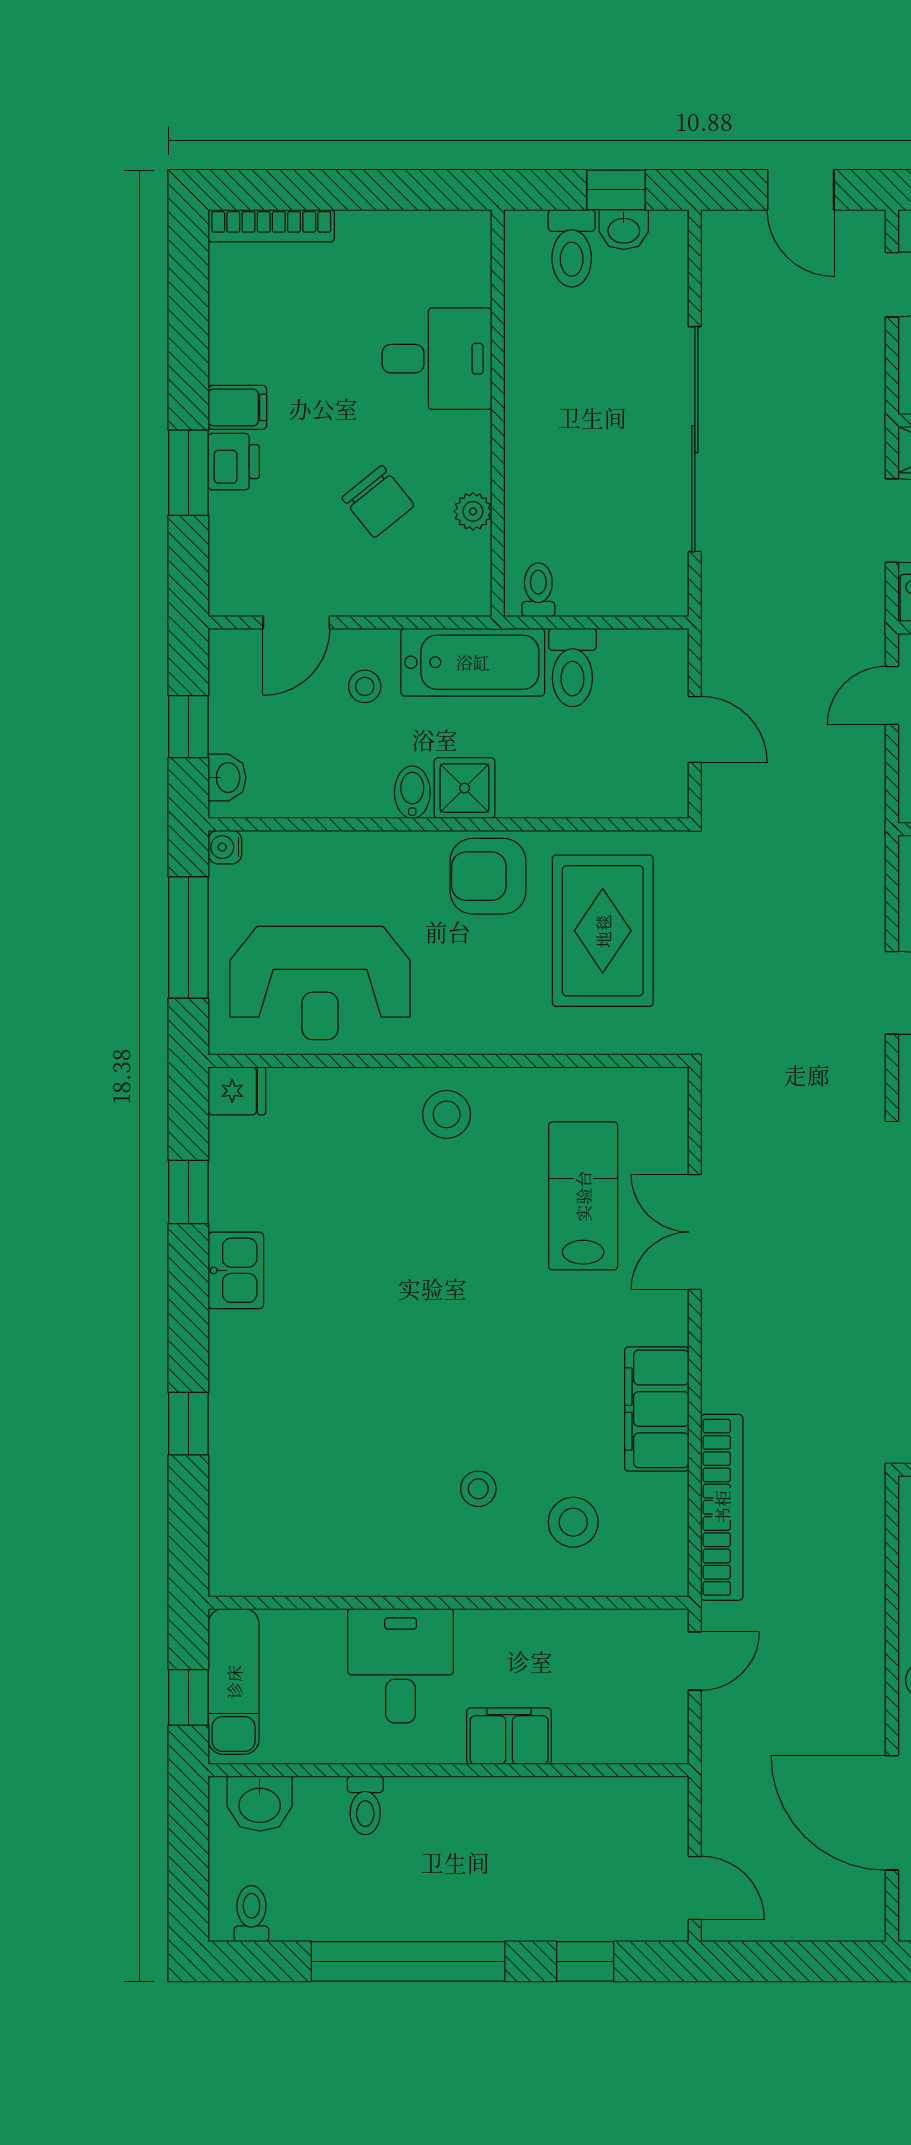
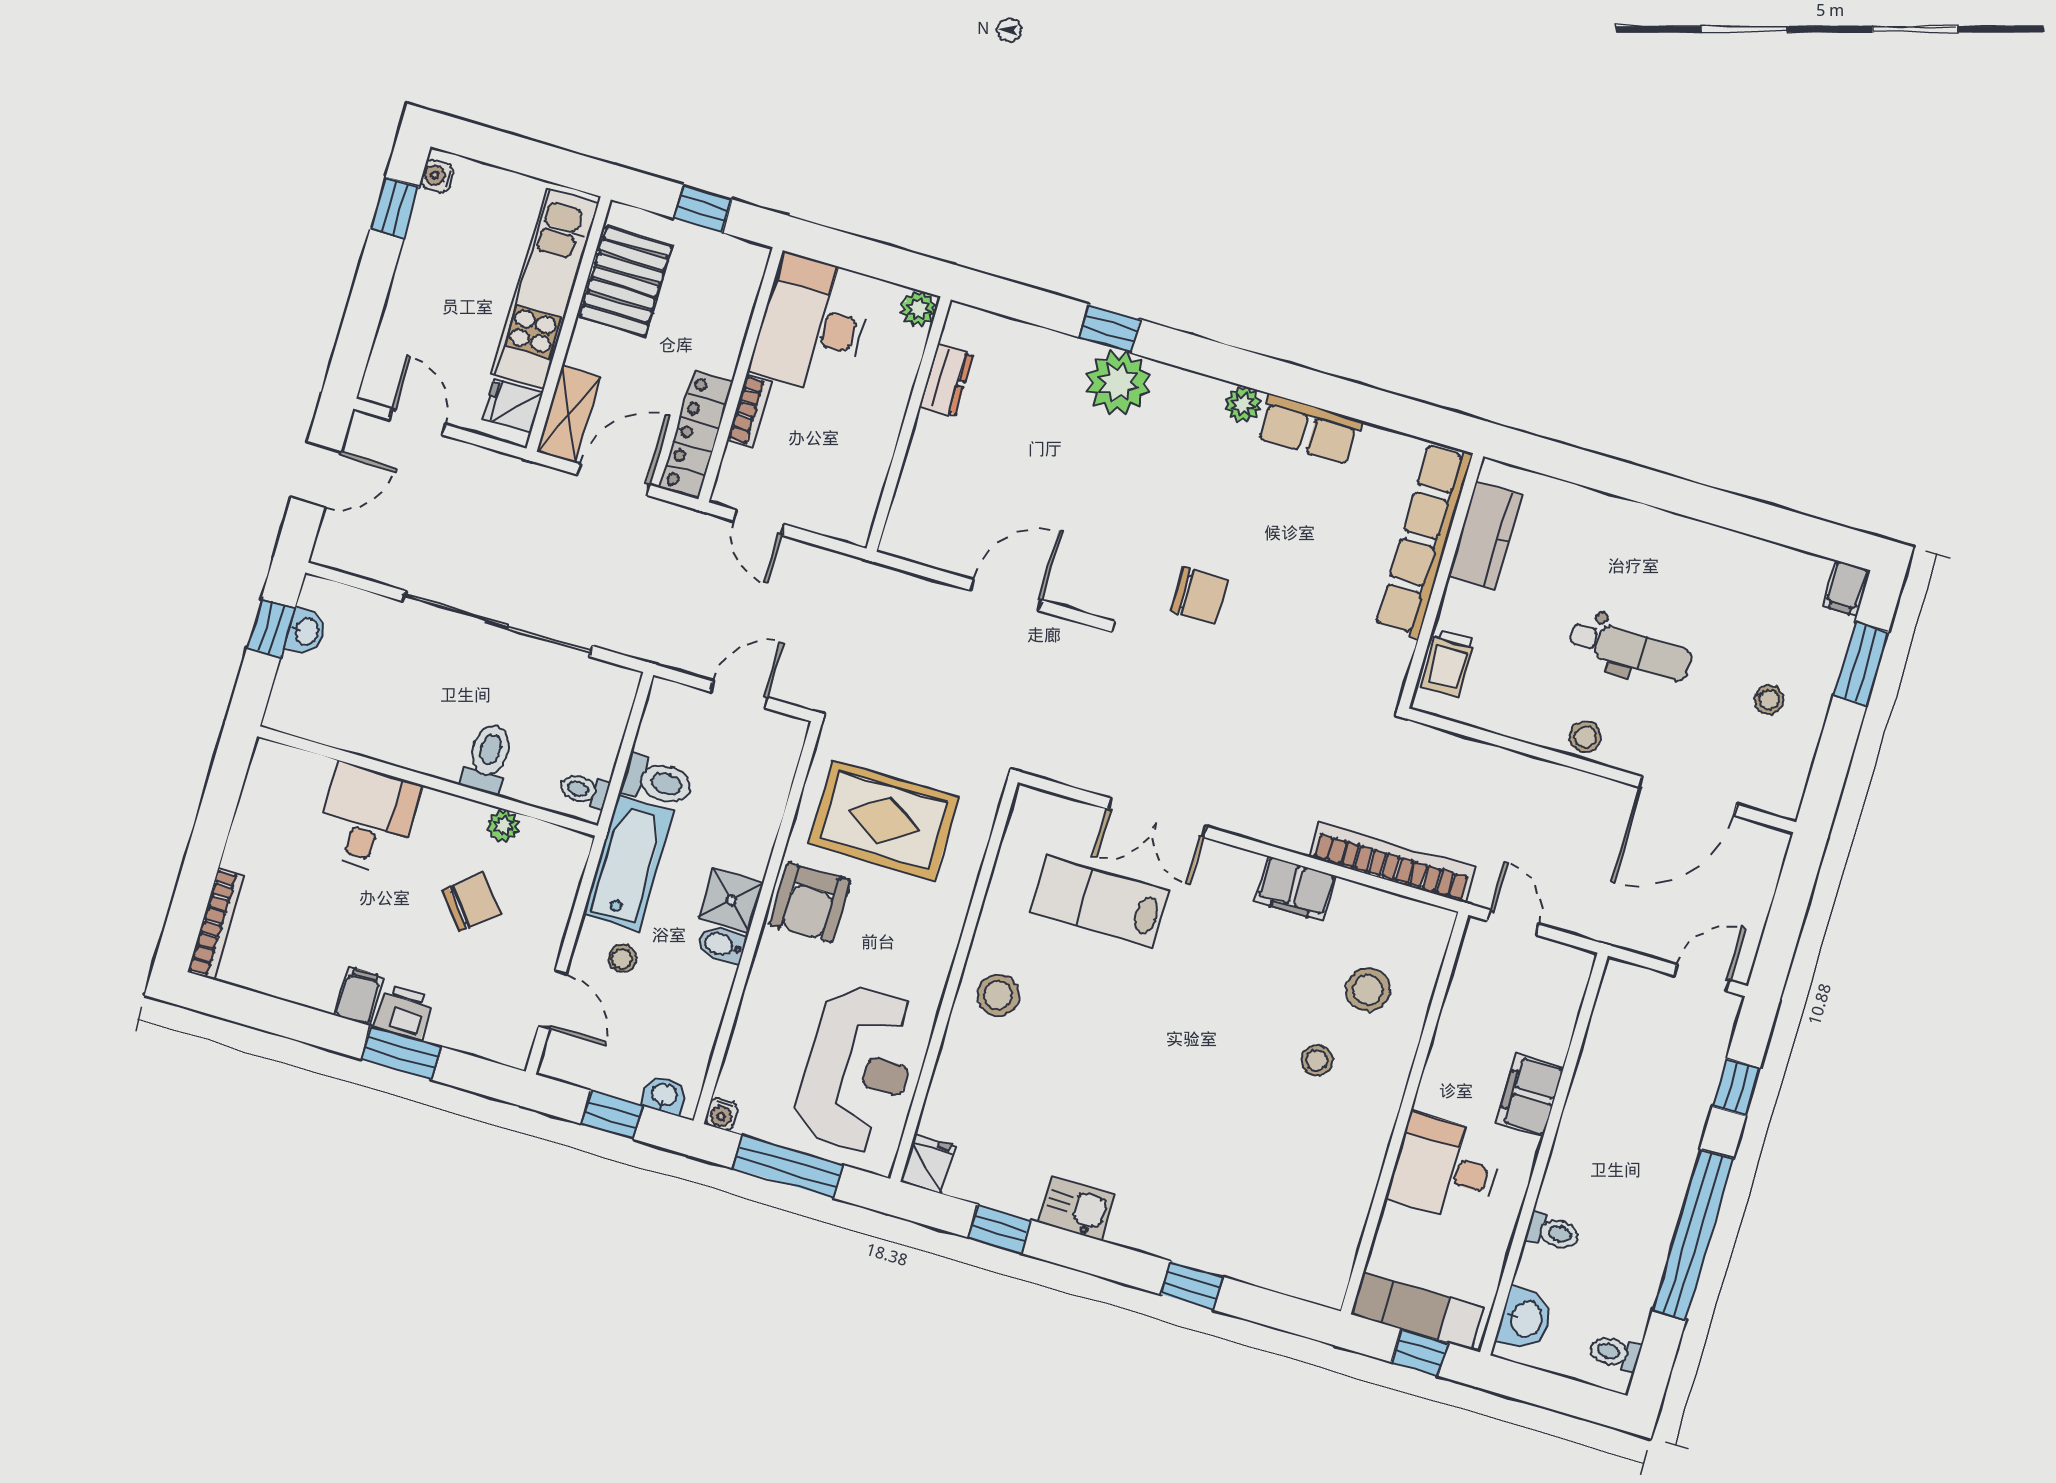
toilet: (572, 248) -> (488, 758), moved, turned -90
filing cabinet: (657, 1409) -> (1296, 889), width x0.67, depth x0.86

